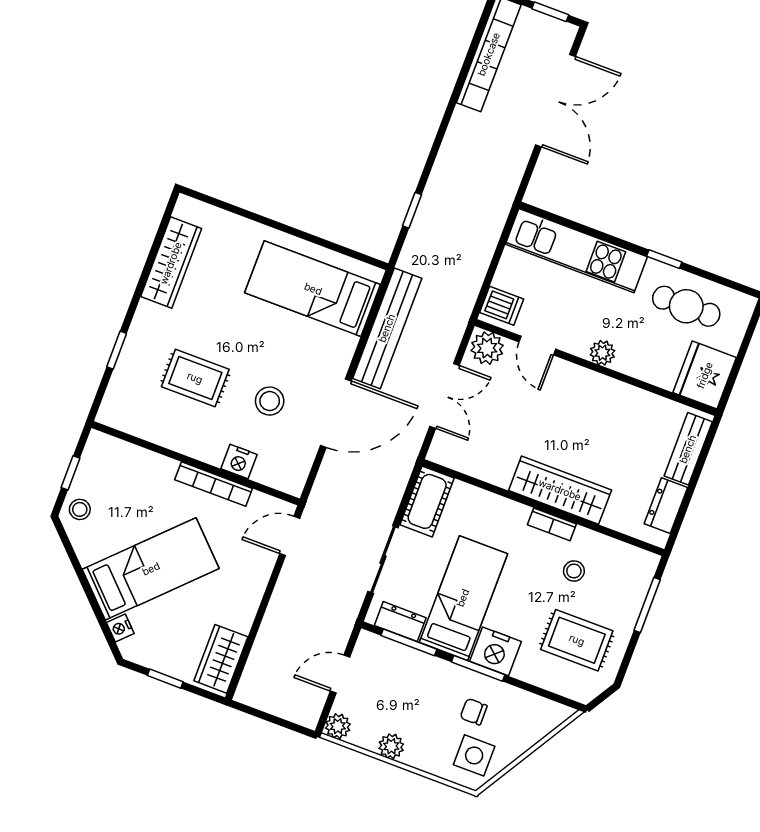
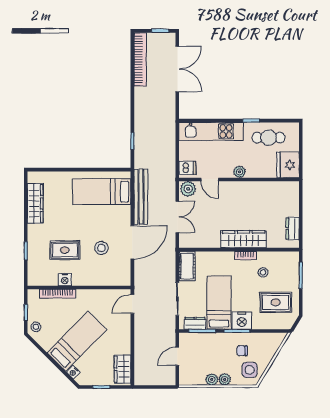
bench: (688, 449) -> (293, 200), removed
nightstand: (239, 462) -> (65, 280), moved
bookcase: (214, 484) -> (58, 294), moved
plant: (338, 726) -> (225, 379), moved

